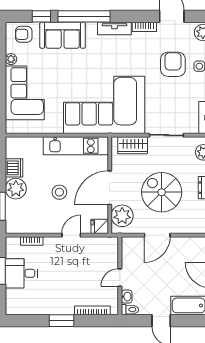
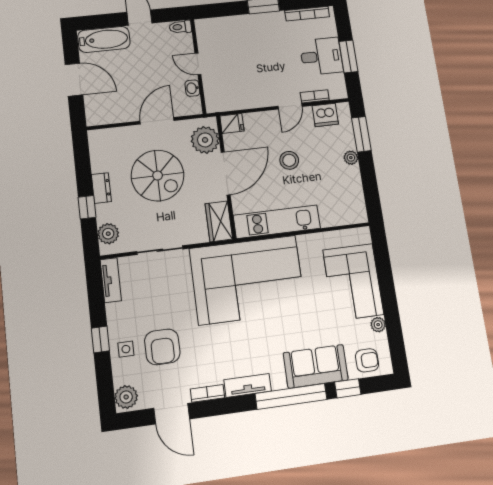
wardrobe: (133, 145) -> (219, 221), moved, turned -90
dishwasher: (14, 168) -> (325, 115), moved, turned -90
plant: (16, 189) -> (351, 158), width x0.53, depth x0.53
door: (71, 235) -> (290, 106), moved
door: (120, 278) -> (198, 64), swing flipped
washbasin: (127, 297) -> (192, 88), moved
bookcase: (92, 310) -> (307, 14), moved

